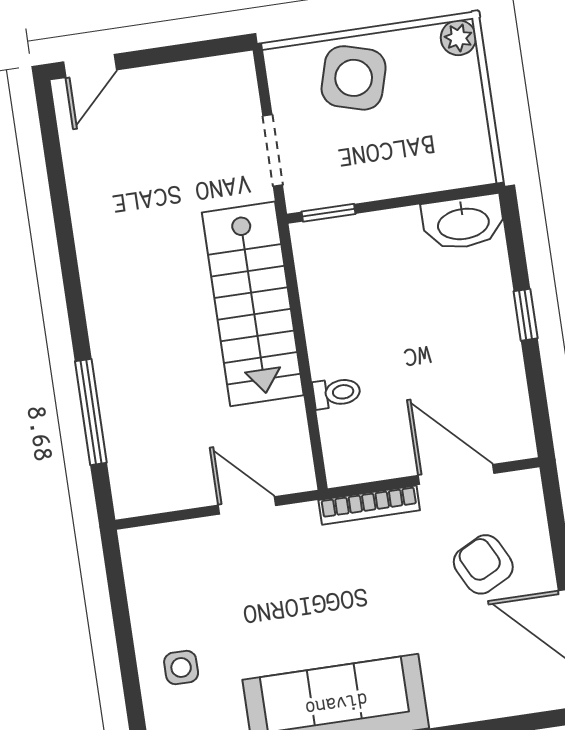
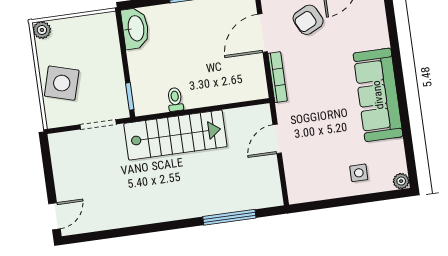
door: (90, 66) -> (55, 216), hinge flipped
toilet: (337, 393) -> (175, 99), moved

